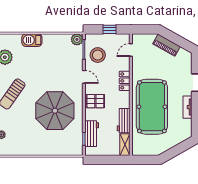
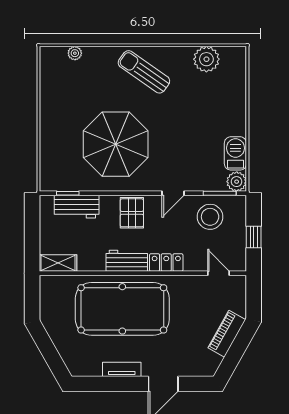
barbecue: (32, 40) -> (235, 153), moved
workbench: (124, 121) -> (127, 261), moved

